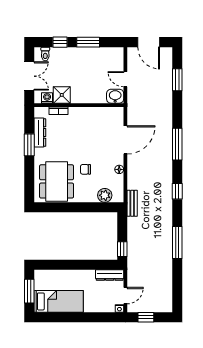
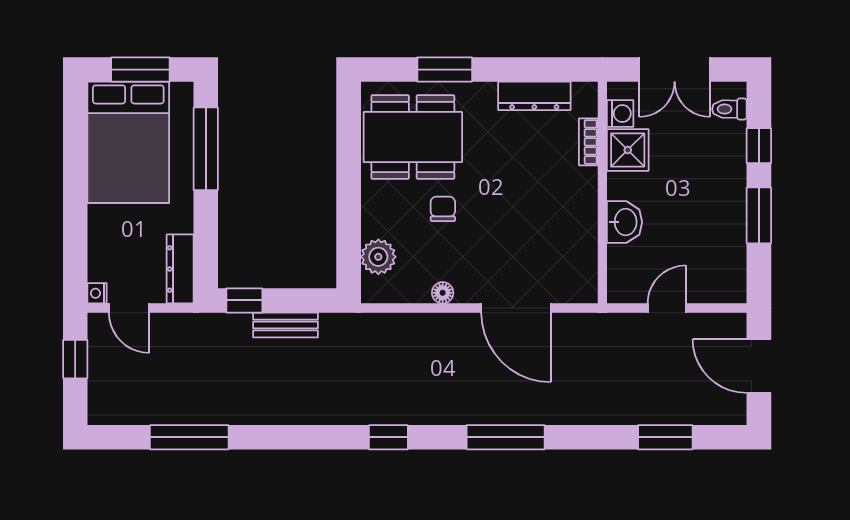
door: (149, 42) -> (759, 366), hinge flipped
washbasin: (115, 96) -> (625, 222), moved
window: (29, 145) -> (445, 70), moved
bench: (132, 203) -> (285, 325), moved
window: (177, 243) -> (189, 437), moved
window: (61, 265) -> (206, 149), added
bed: (59, 301) -> (128, 142), width x1.50

